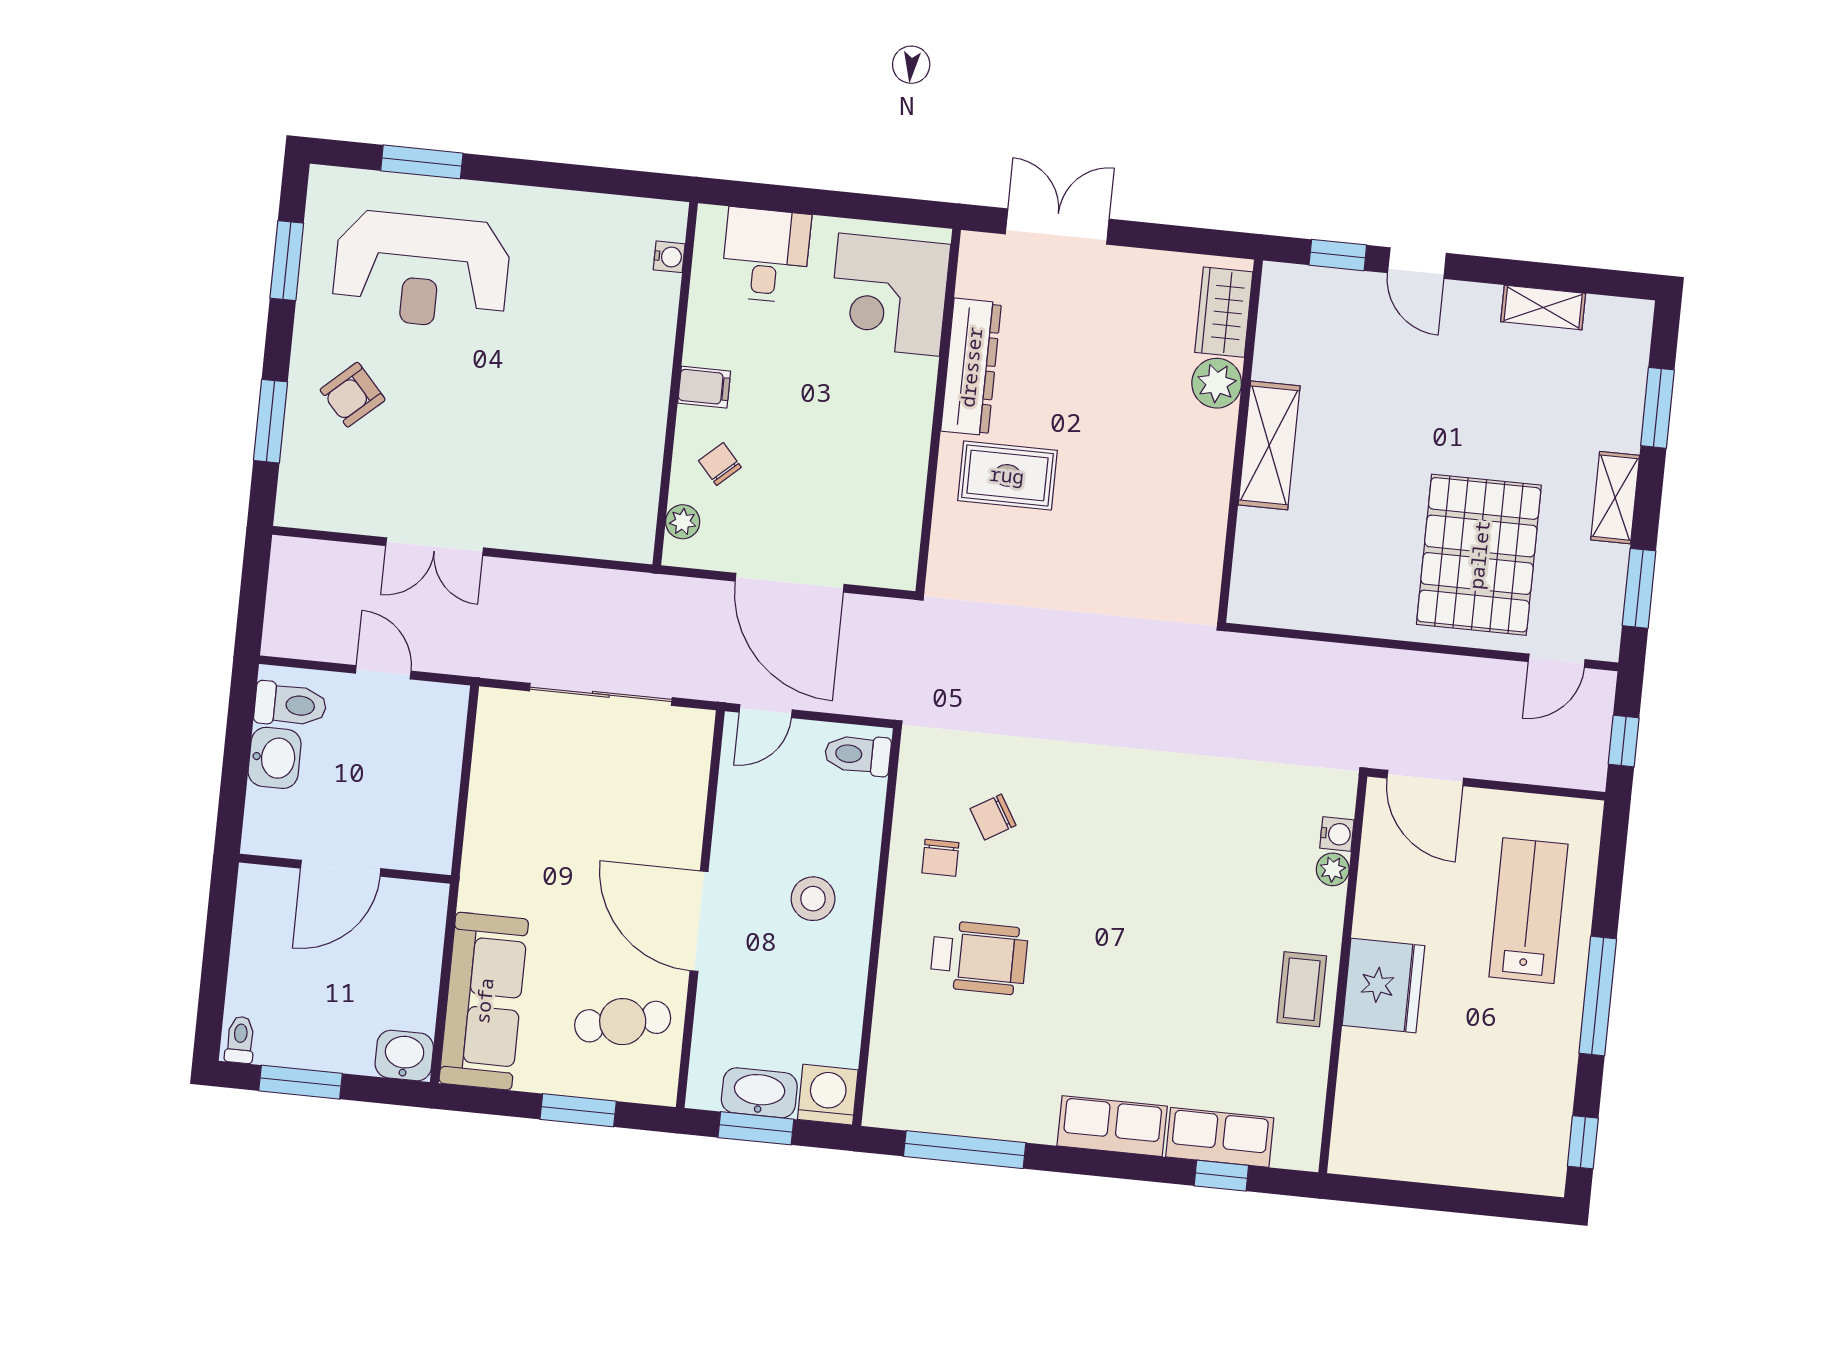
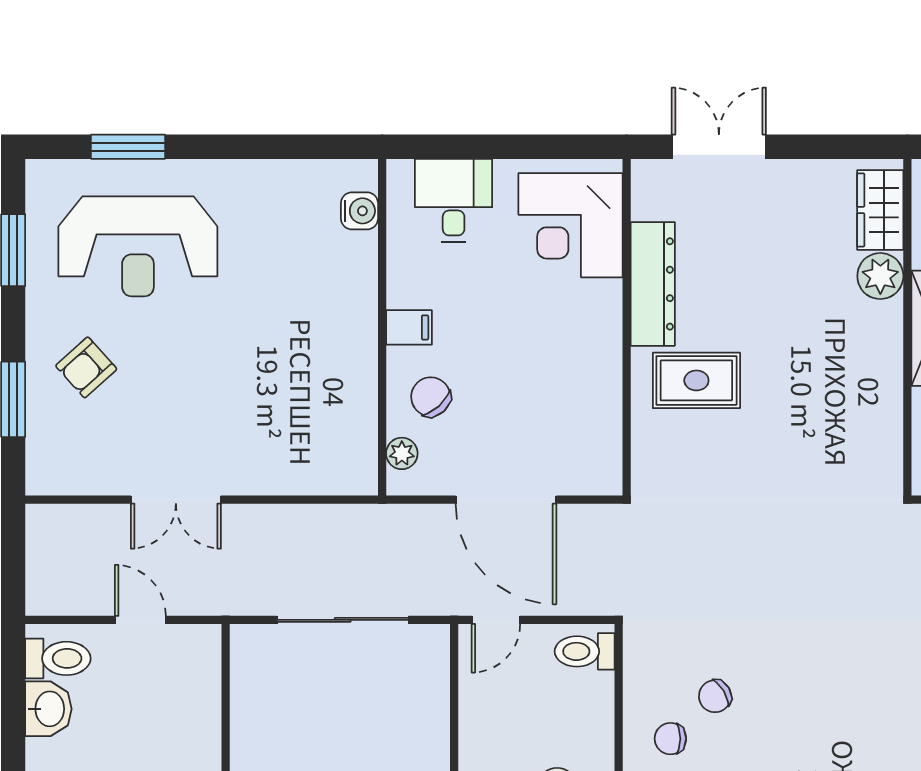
water cooler: (669, 257) -> (359, 211), width x1.38, depth x1.38
chair: (720, 464) -> (431, 397), width x1.37, depth x1.37
chair: (940, 858) -> (670, 739), turned 90

